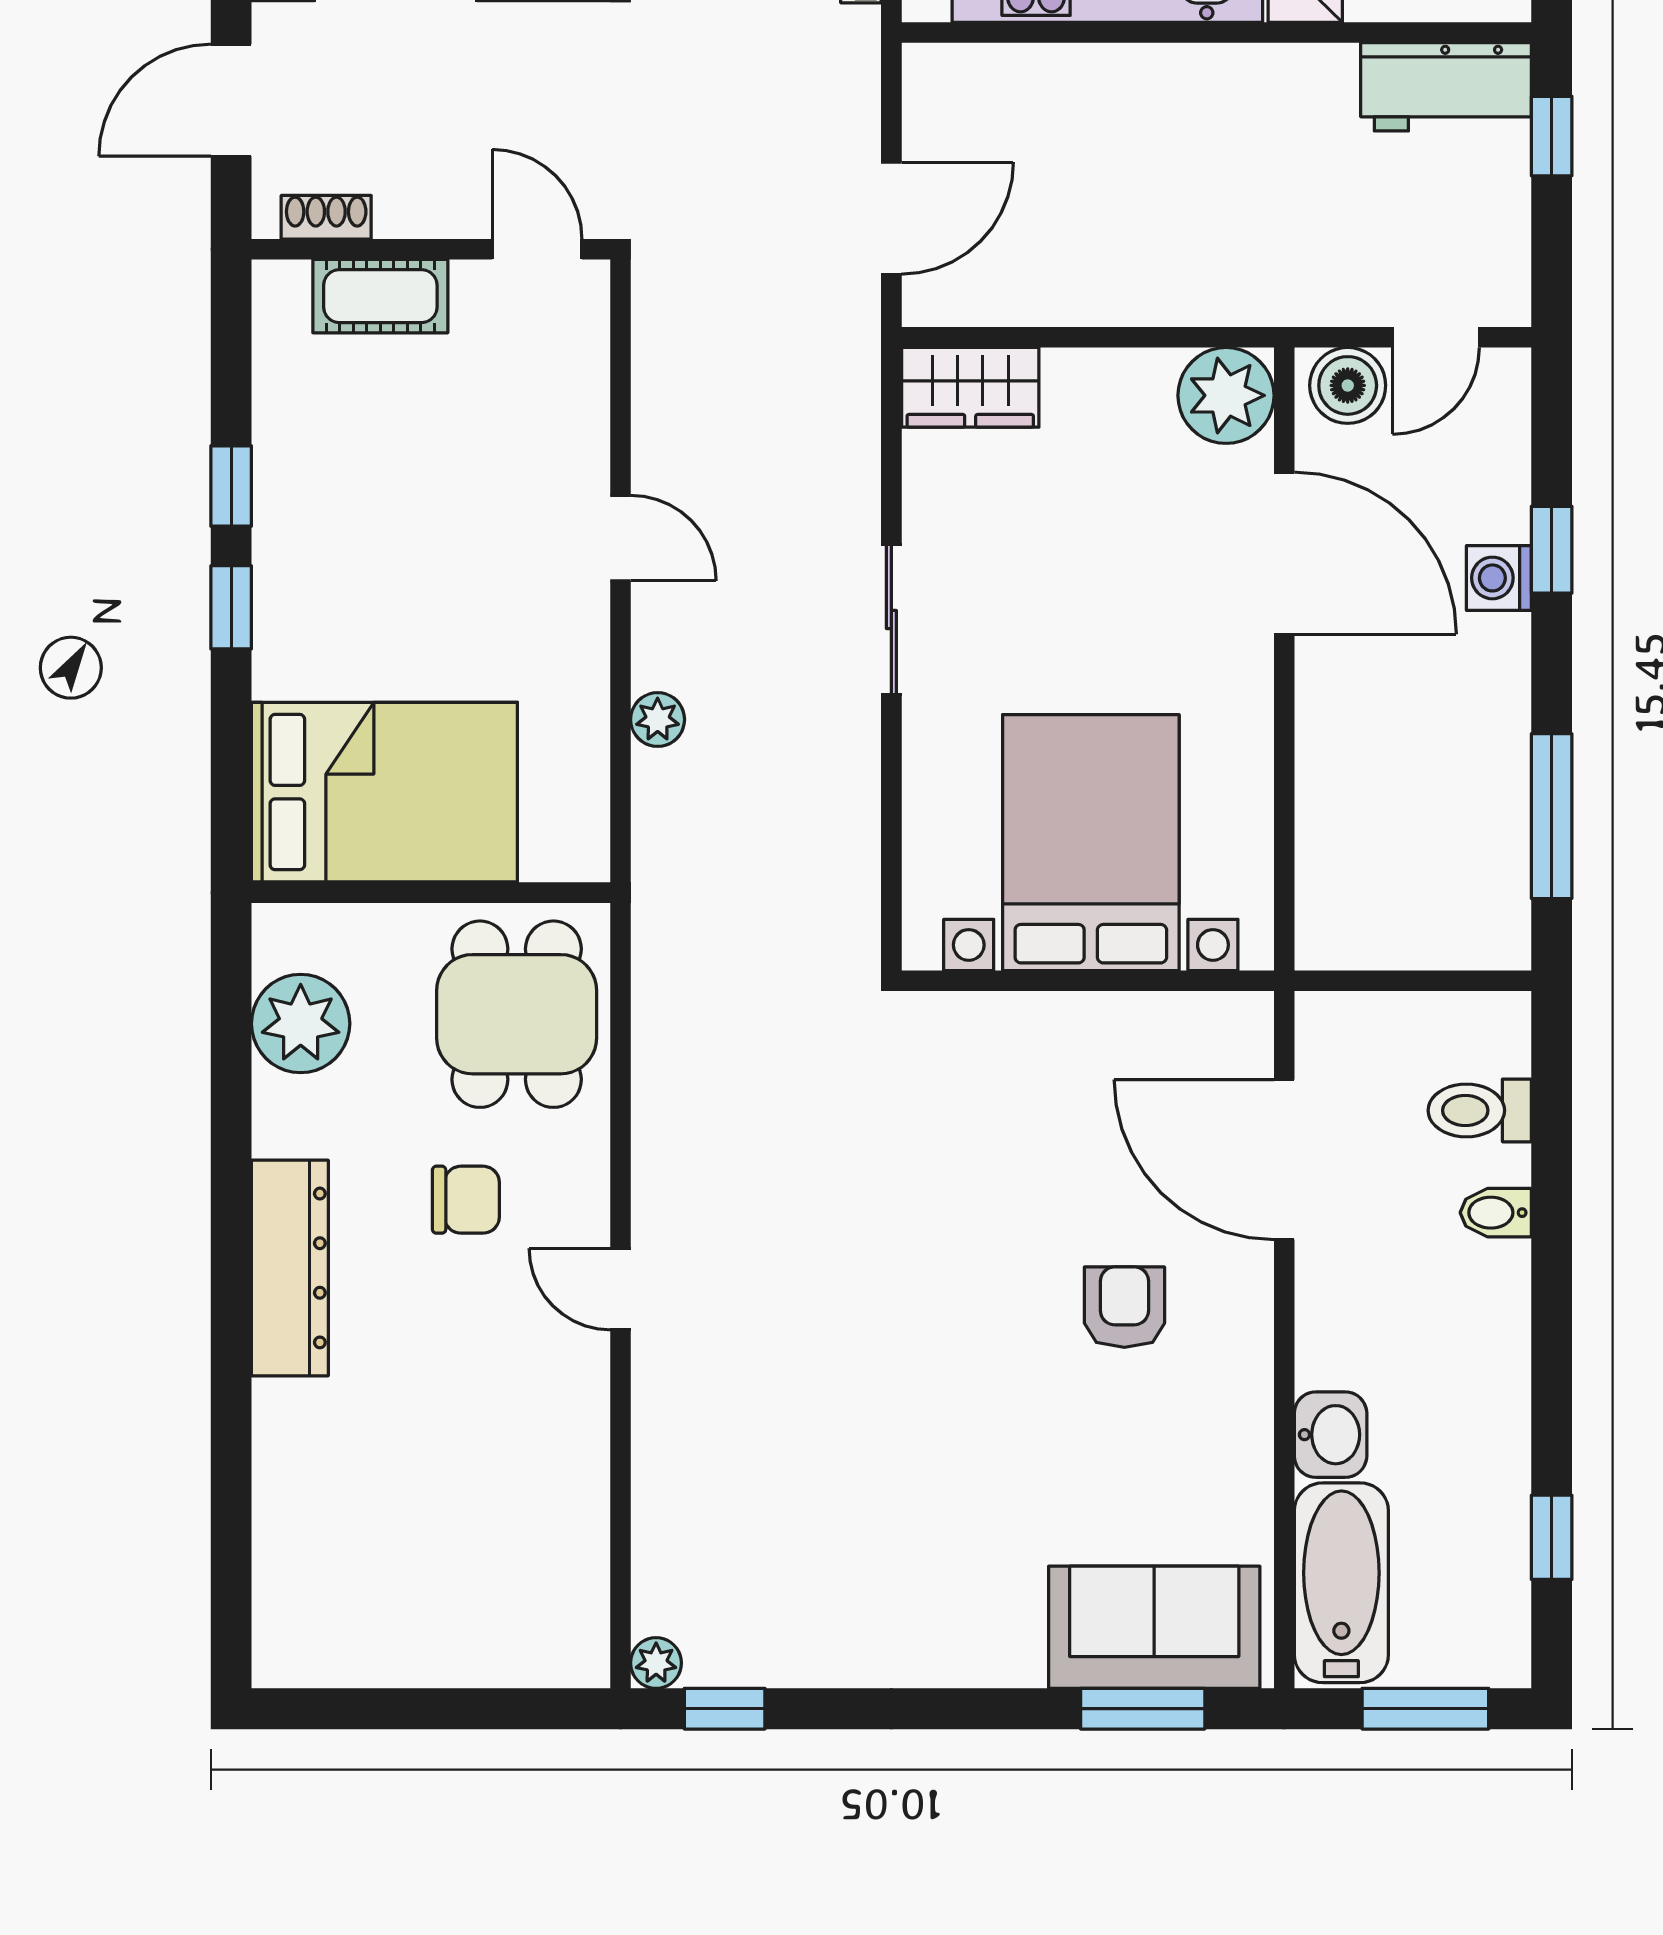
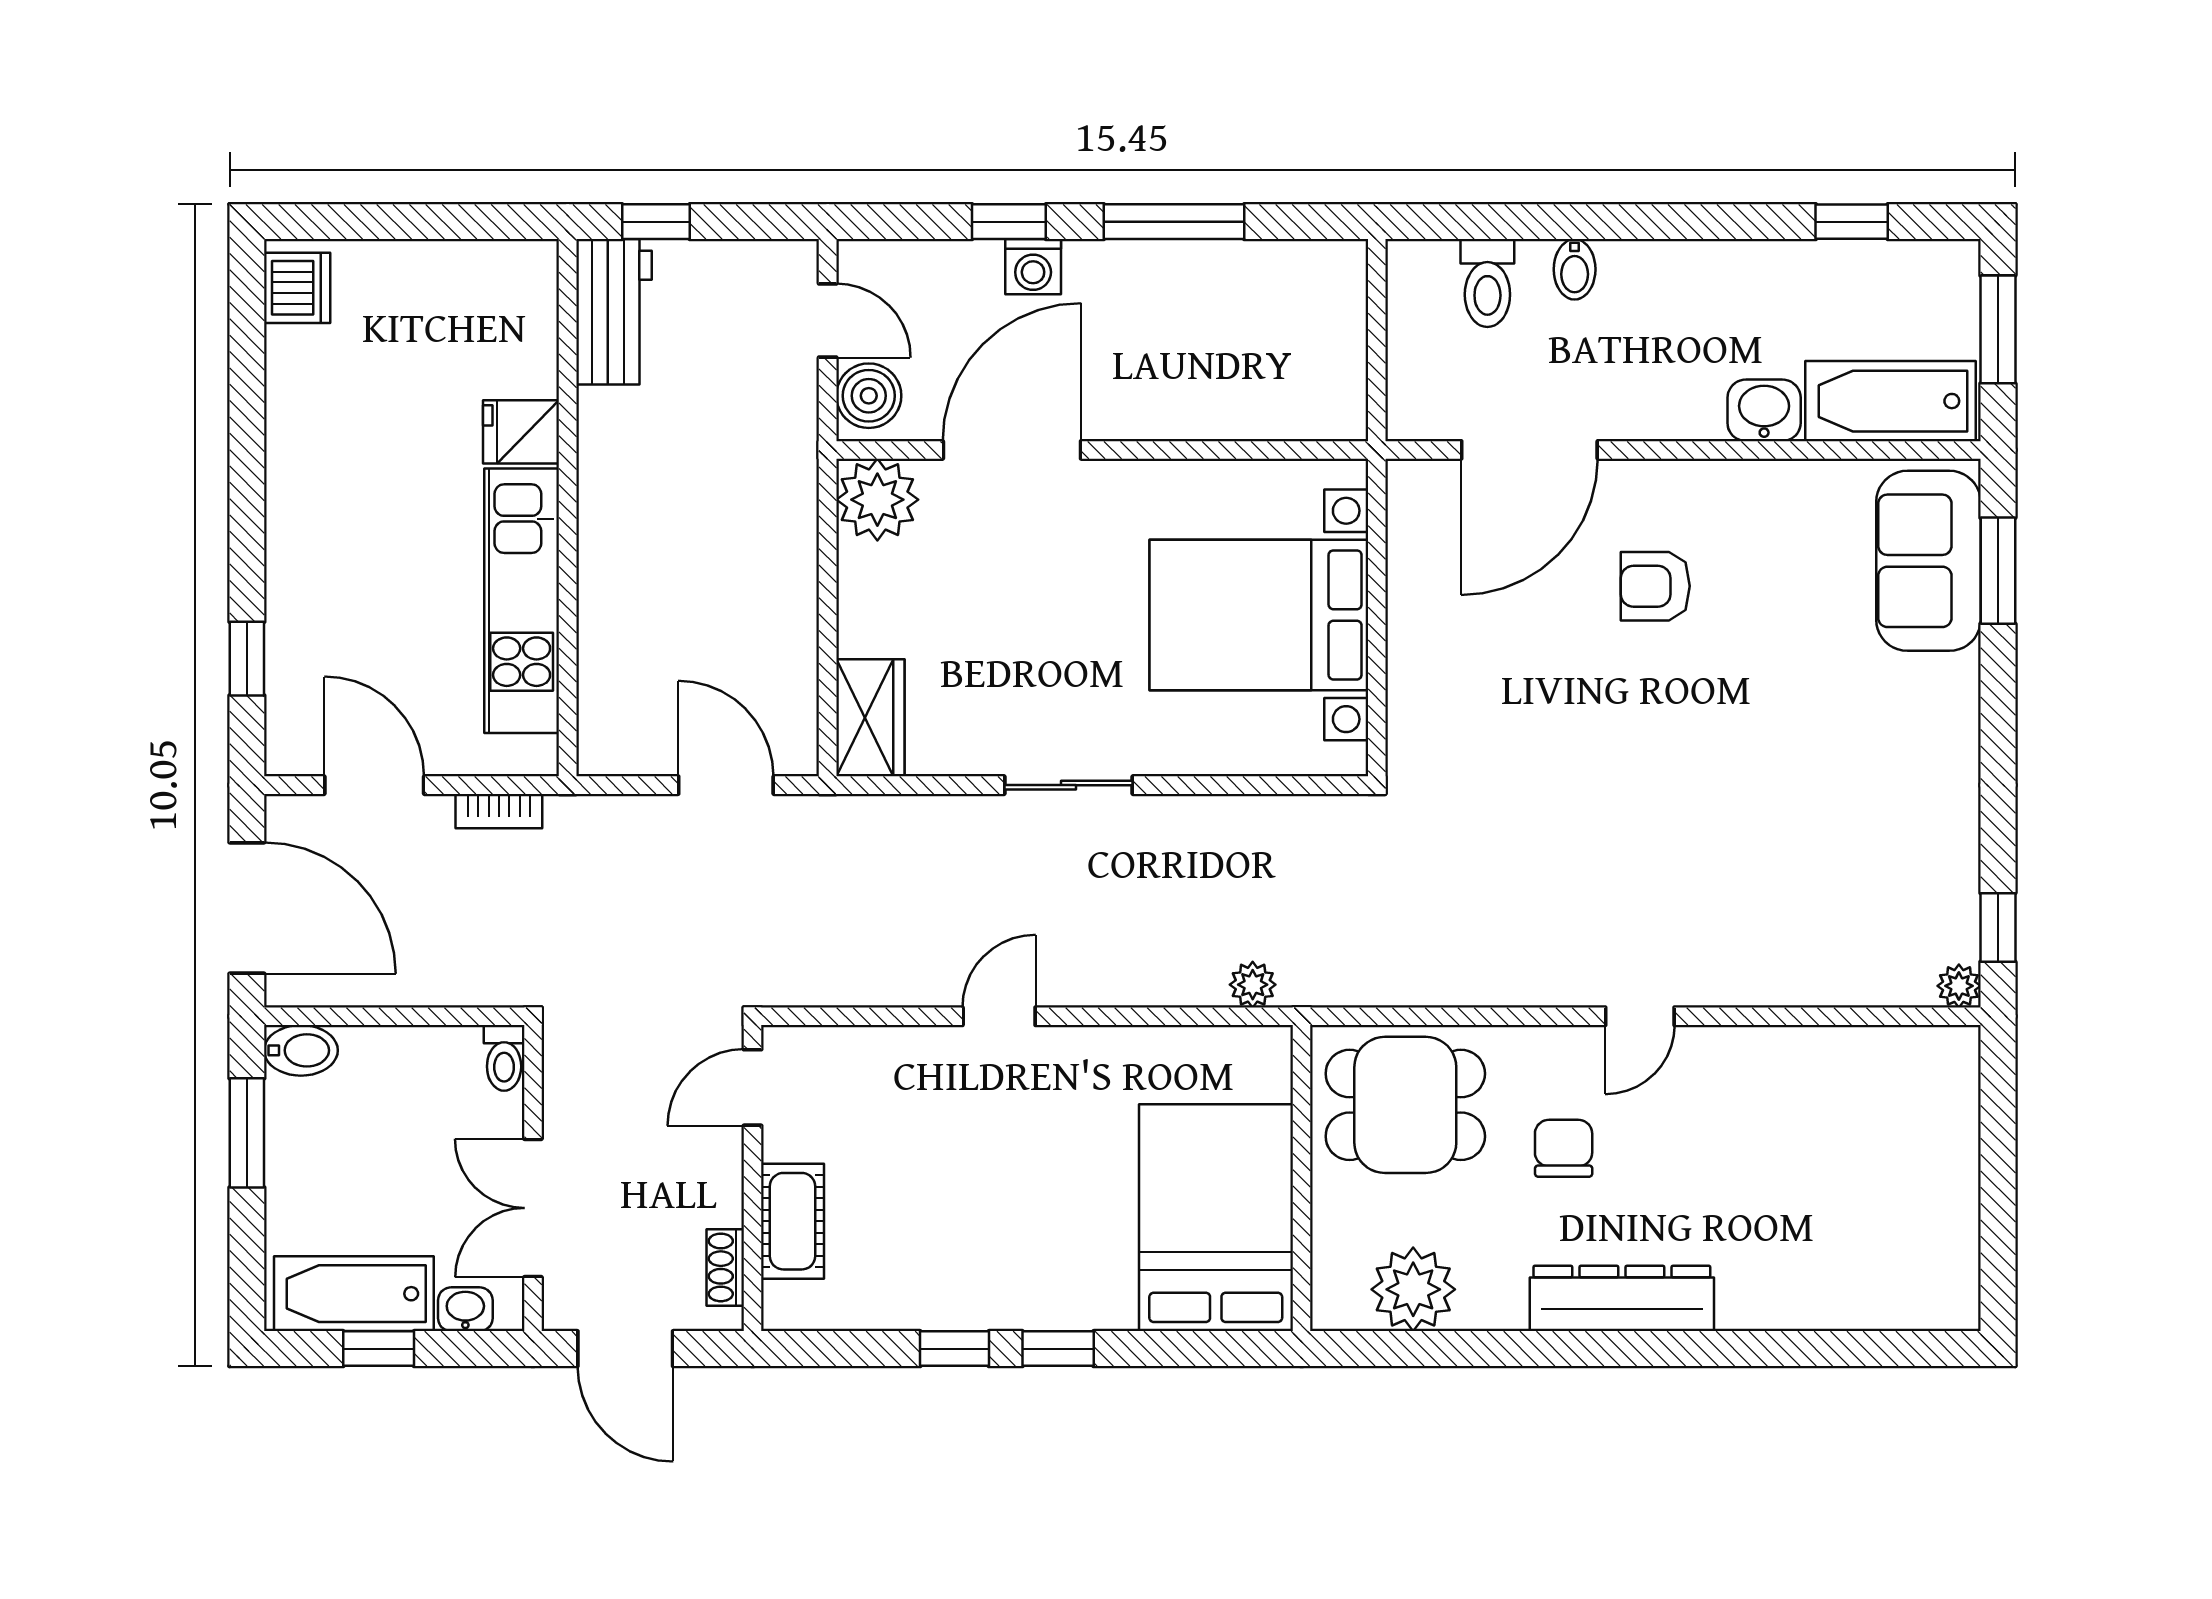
plant: (658, 720) -> (1253, 985), moved
window: (1552, 816) -> (1174, 222), moved

